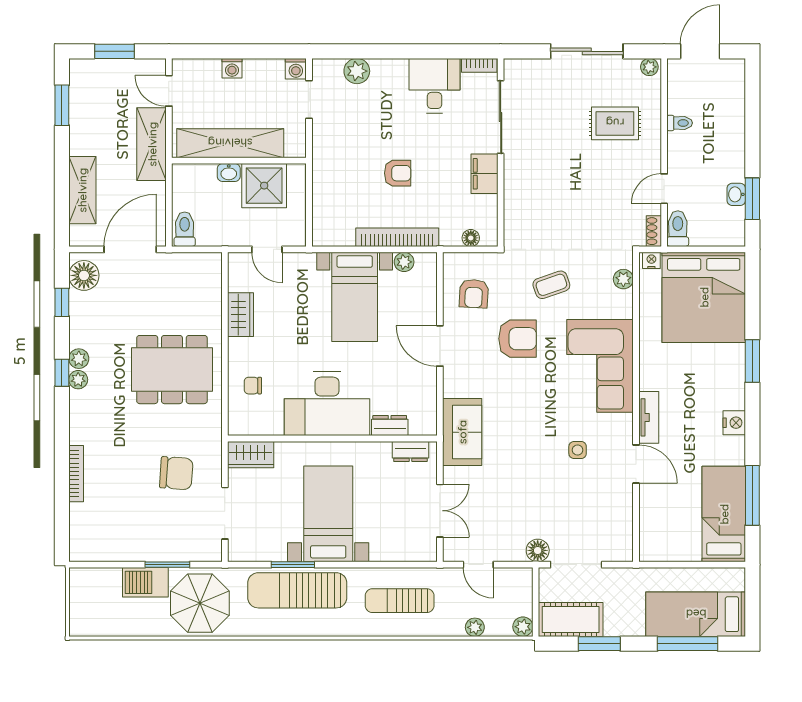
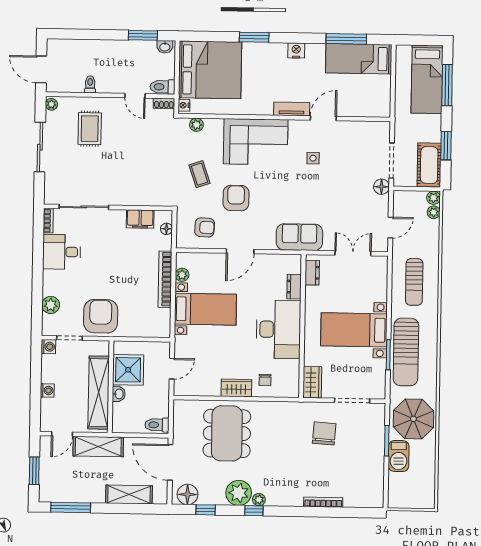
window: (62, 105) -> (71, 507), width x1.44
armchair: (398, 173) -> (101, 316), moved, width x1.88, depth x1.88
filing cabinet: (484, 174) -> (140, 219), moved
washbasin: (736, 194) -> (165, 47), moved
wardrobe: (241, 315) -> (236, 388), moved
plant: (79, 359) -> (239, 493), width x1.88, depth x1.88
dining table: (172, 370) -> (227, 433), moved
plant: (475, 627) -> (434, 212), moved

